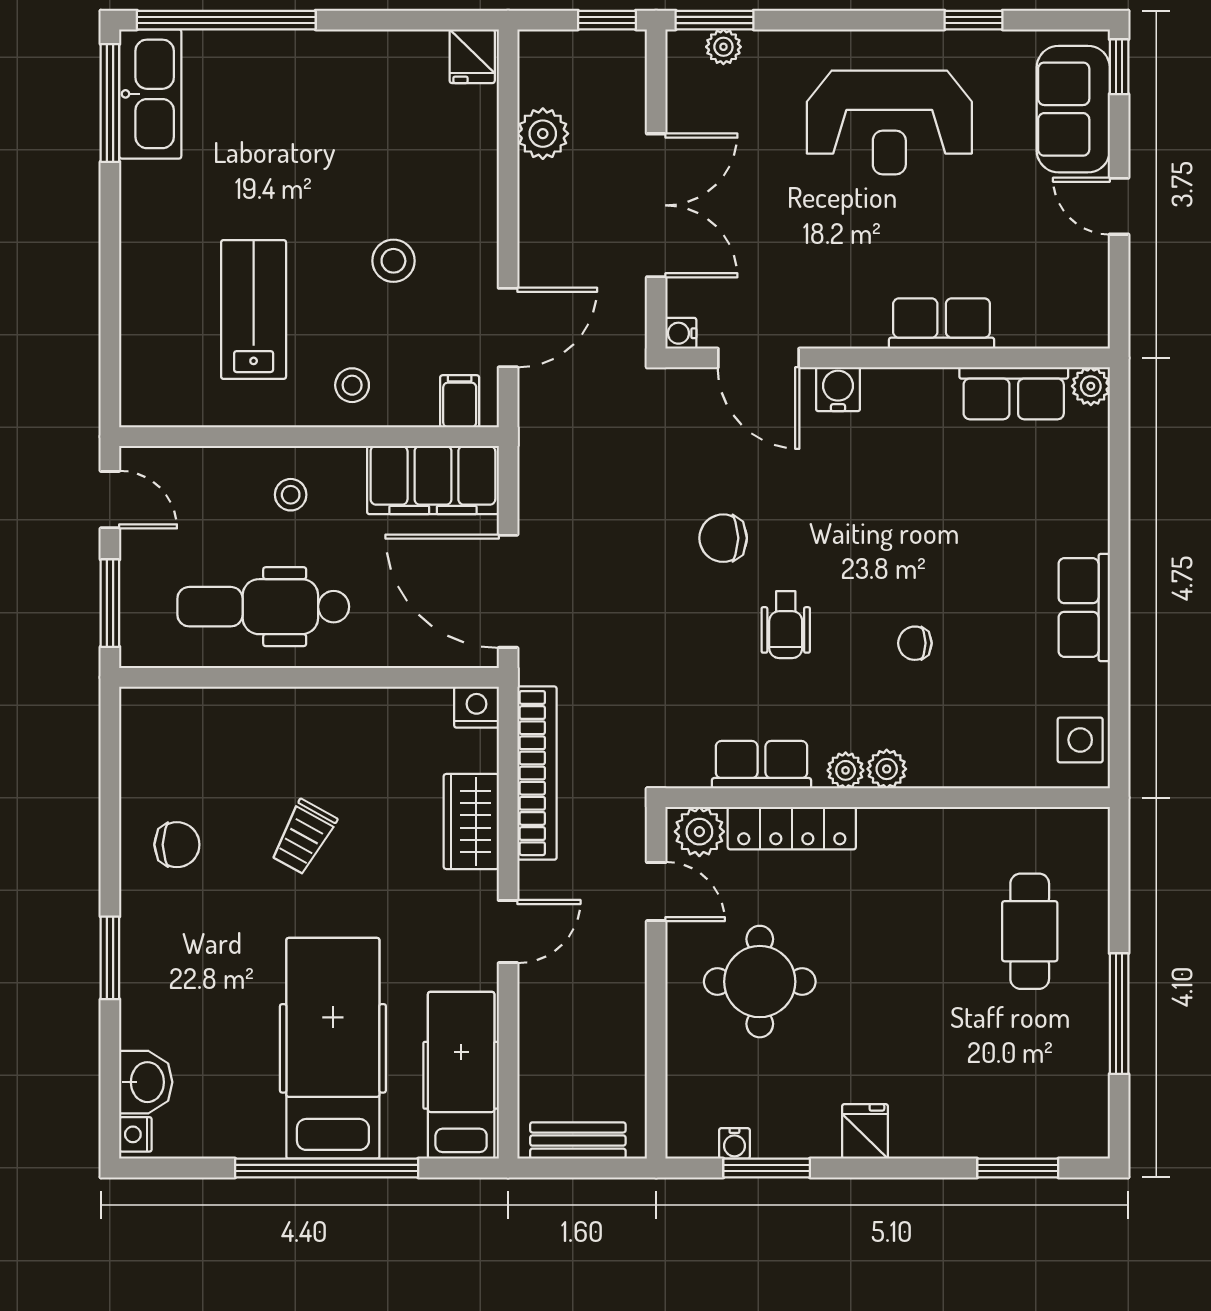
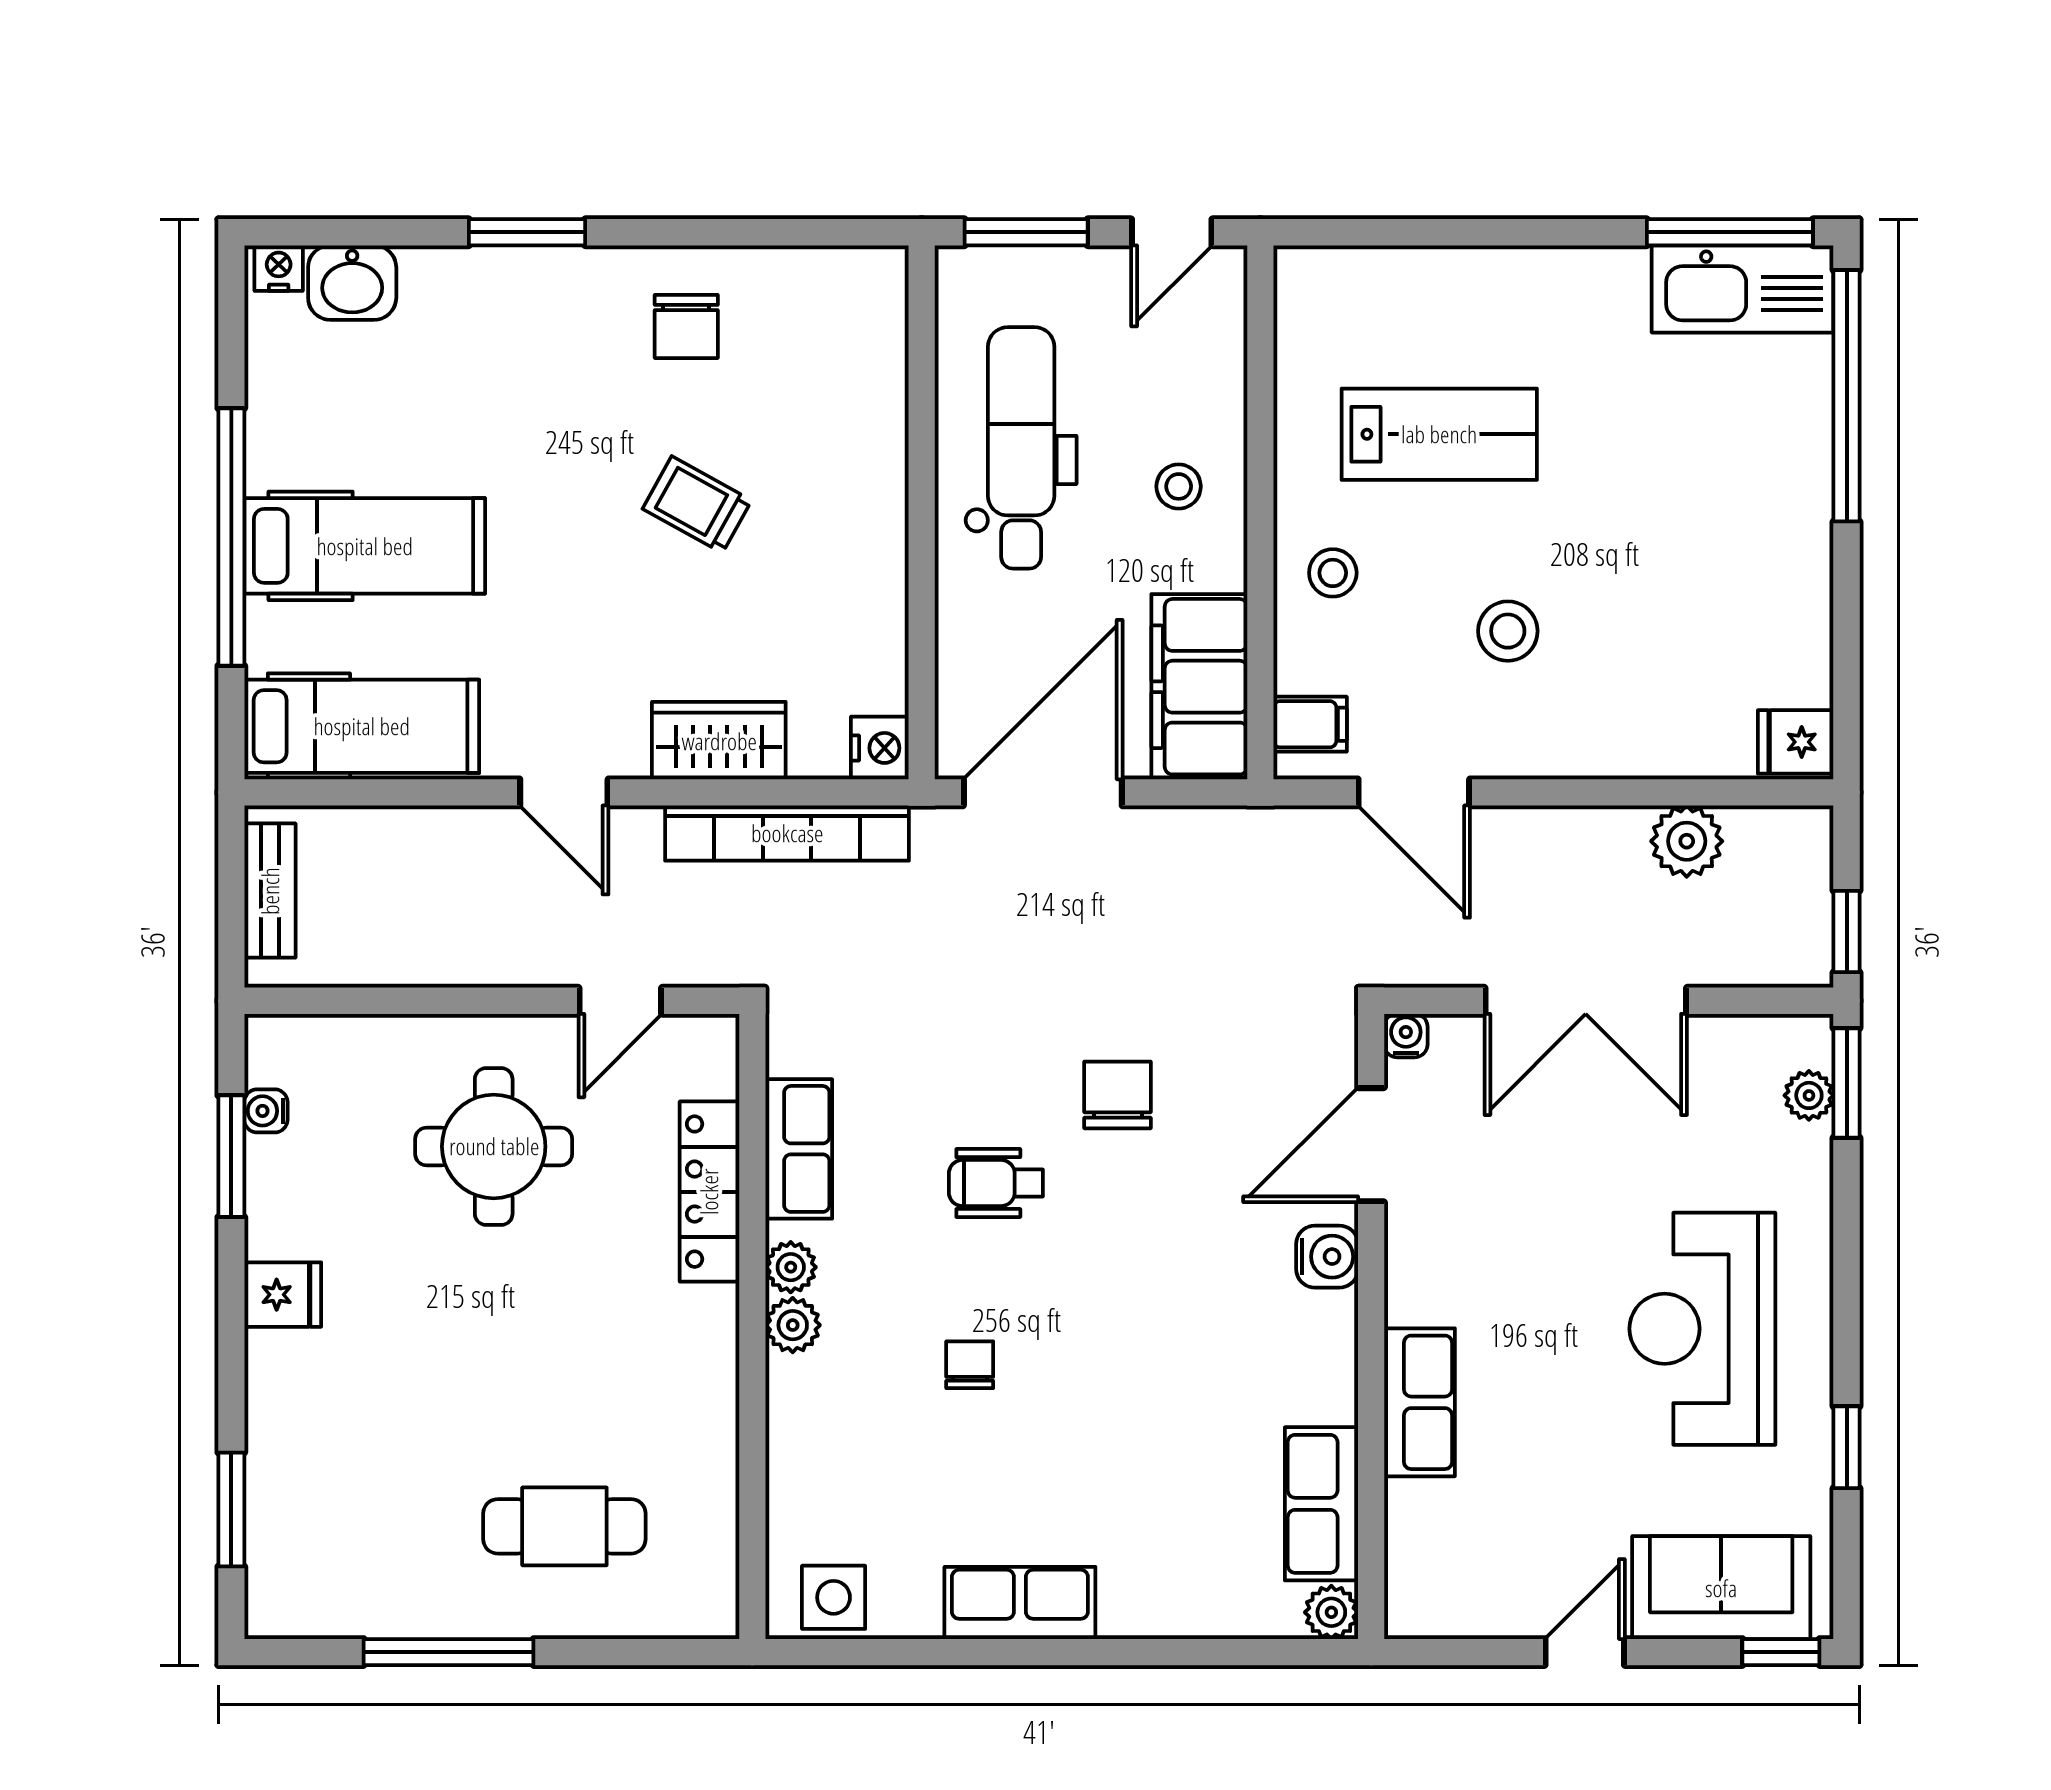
plant: (699, 832) -> (705, 1062), removed
hospital bed: (333, 1048) -> (365, 546), width x0.73, depth x0.78

